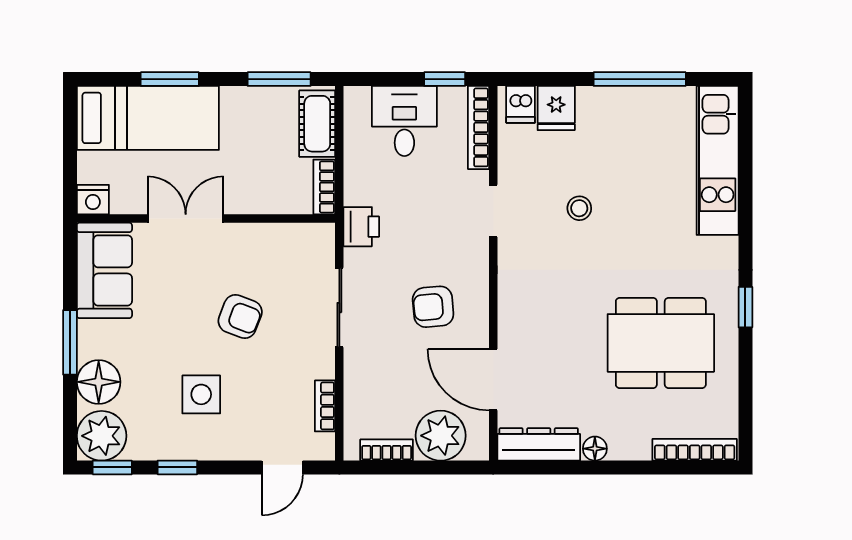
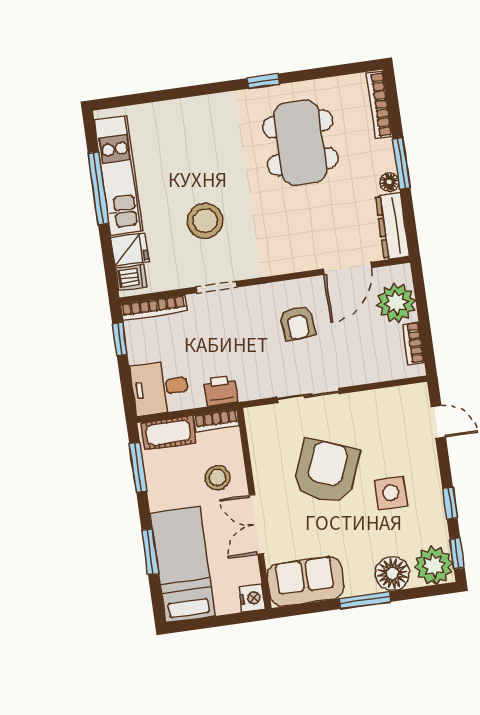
desk: (404, 121) -> (160, 388), moved
kitchen unit: (718, 160) -> (119, 176), moved, turned -90
stool: (252, 178) -> (217, 478), added
stool: (579, 208) -> (205, 221), width x1.89, depth x1.89
printer: (361, 227) -> (221, 391), moved
armchair: (240, 316) -> (326, 471), width x1.88, depth x1.88
bookcase: (325, 406) -> (386, 396), removed
window: (616, 467) -> (402, 163), added

